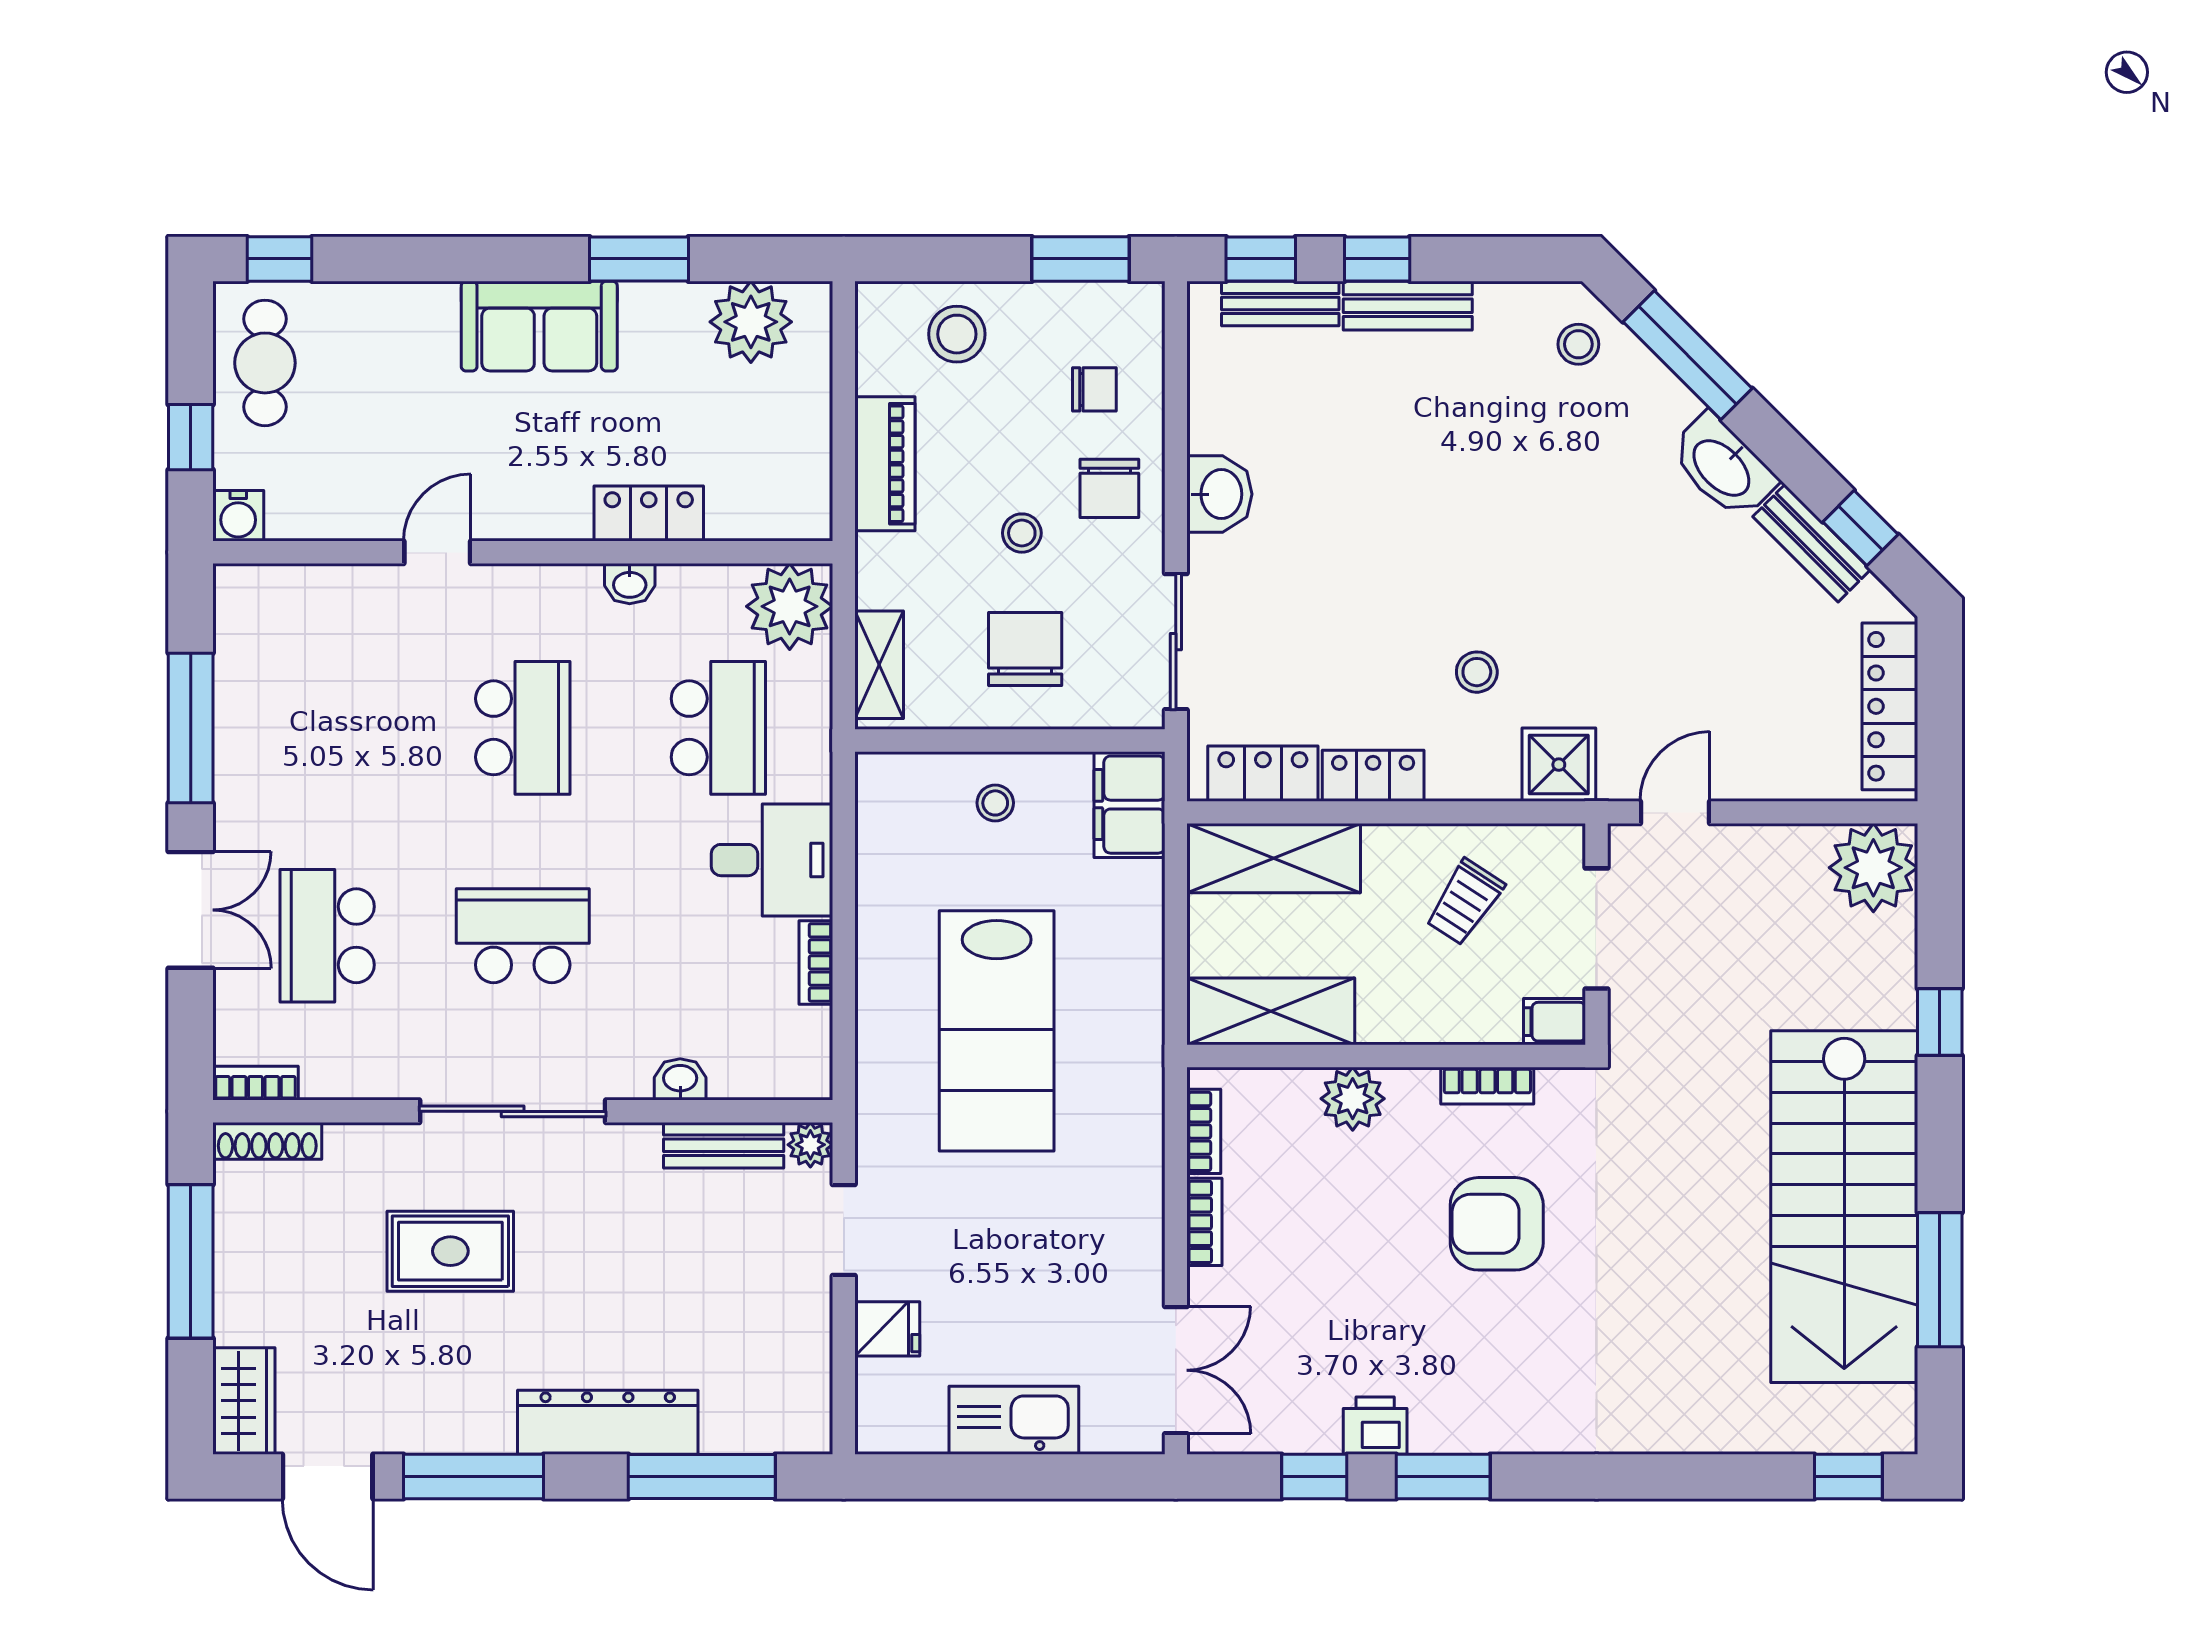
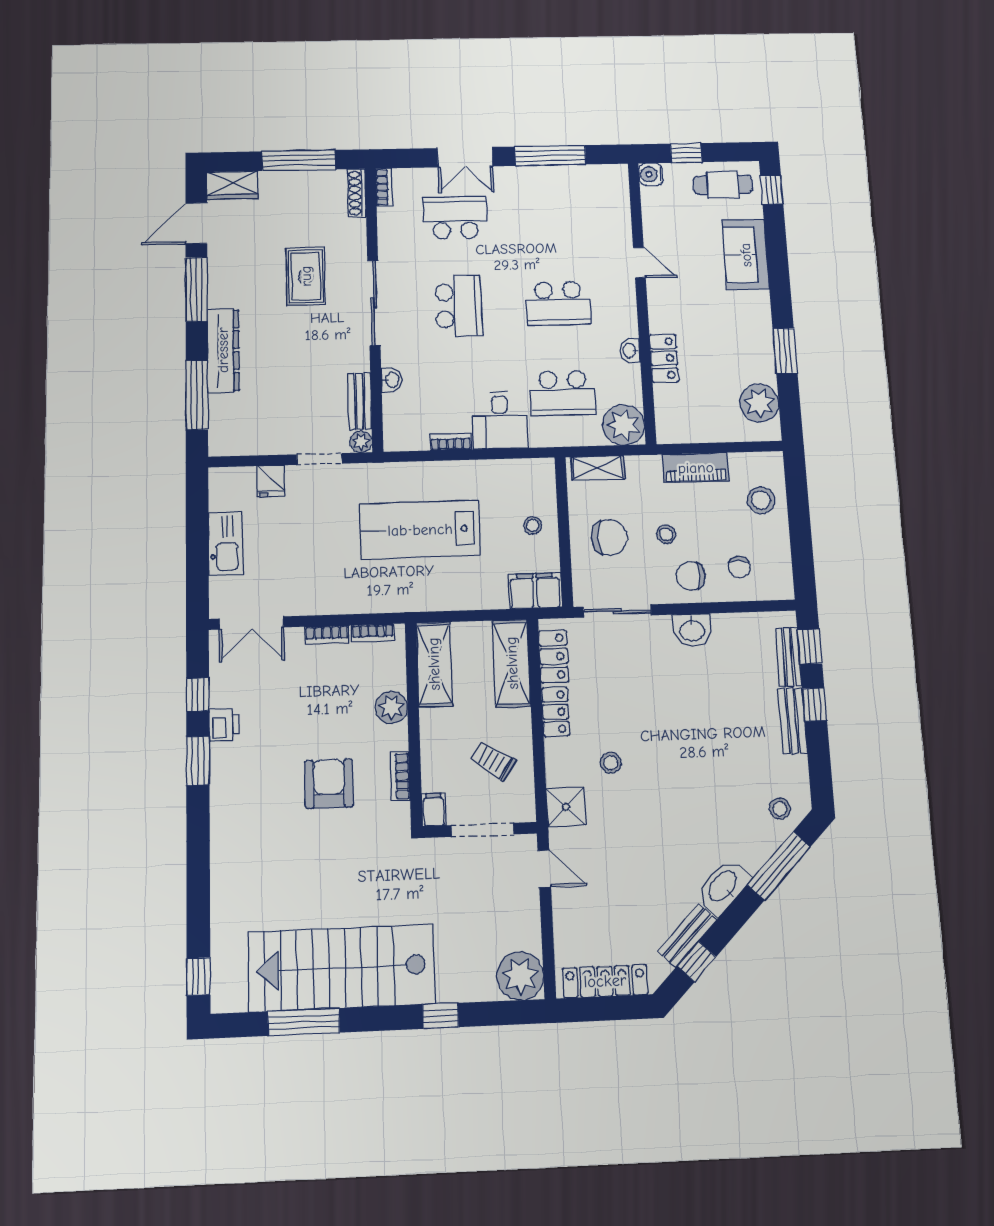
window: (1080, 259) -> (802, 558), removed
sofa: (539, 326) -> (746, 255), moved

